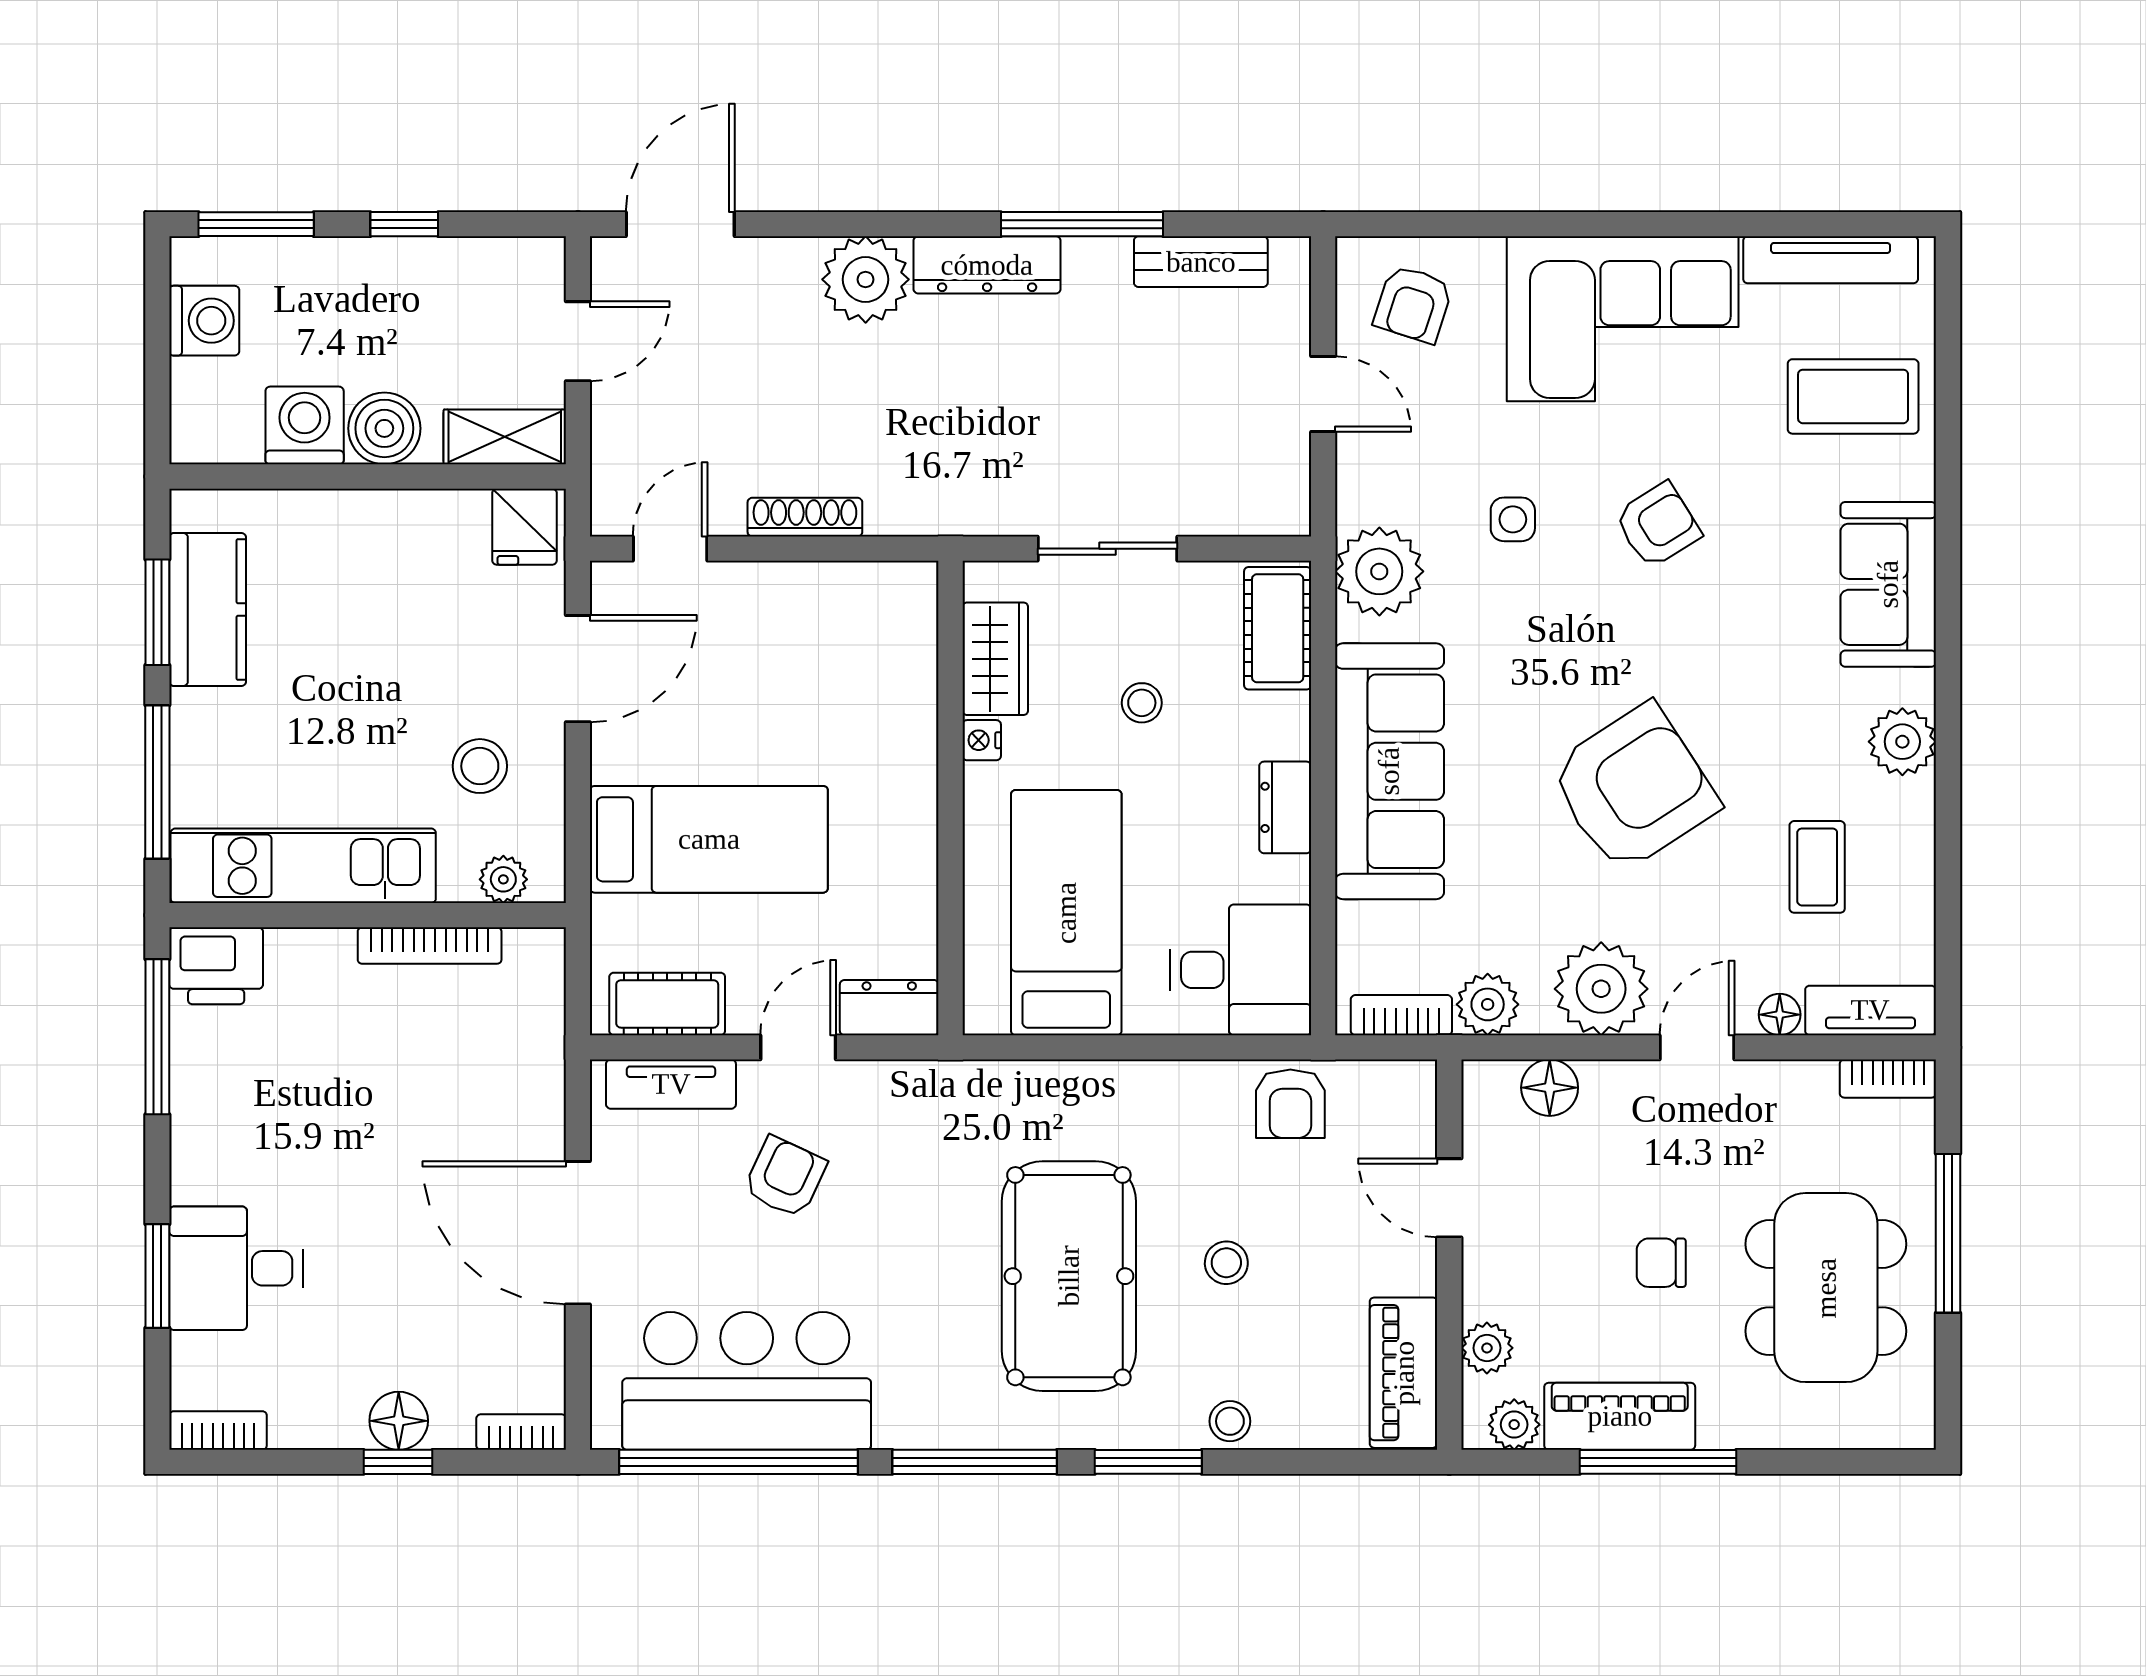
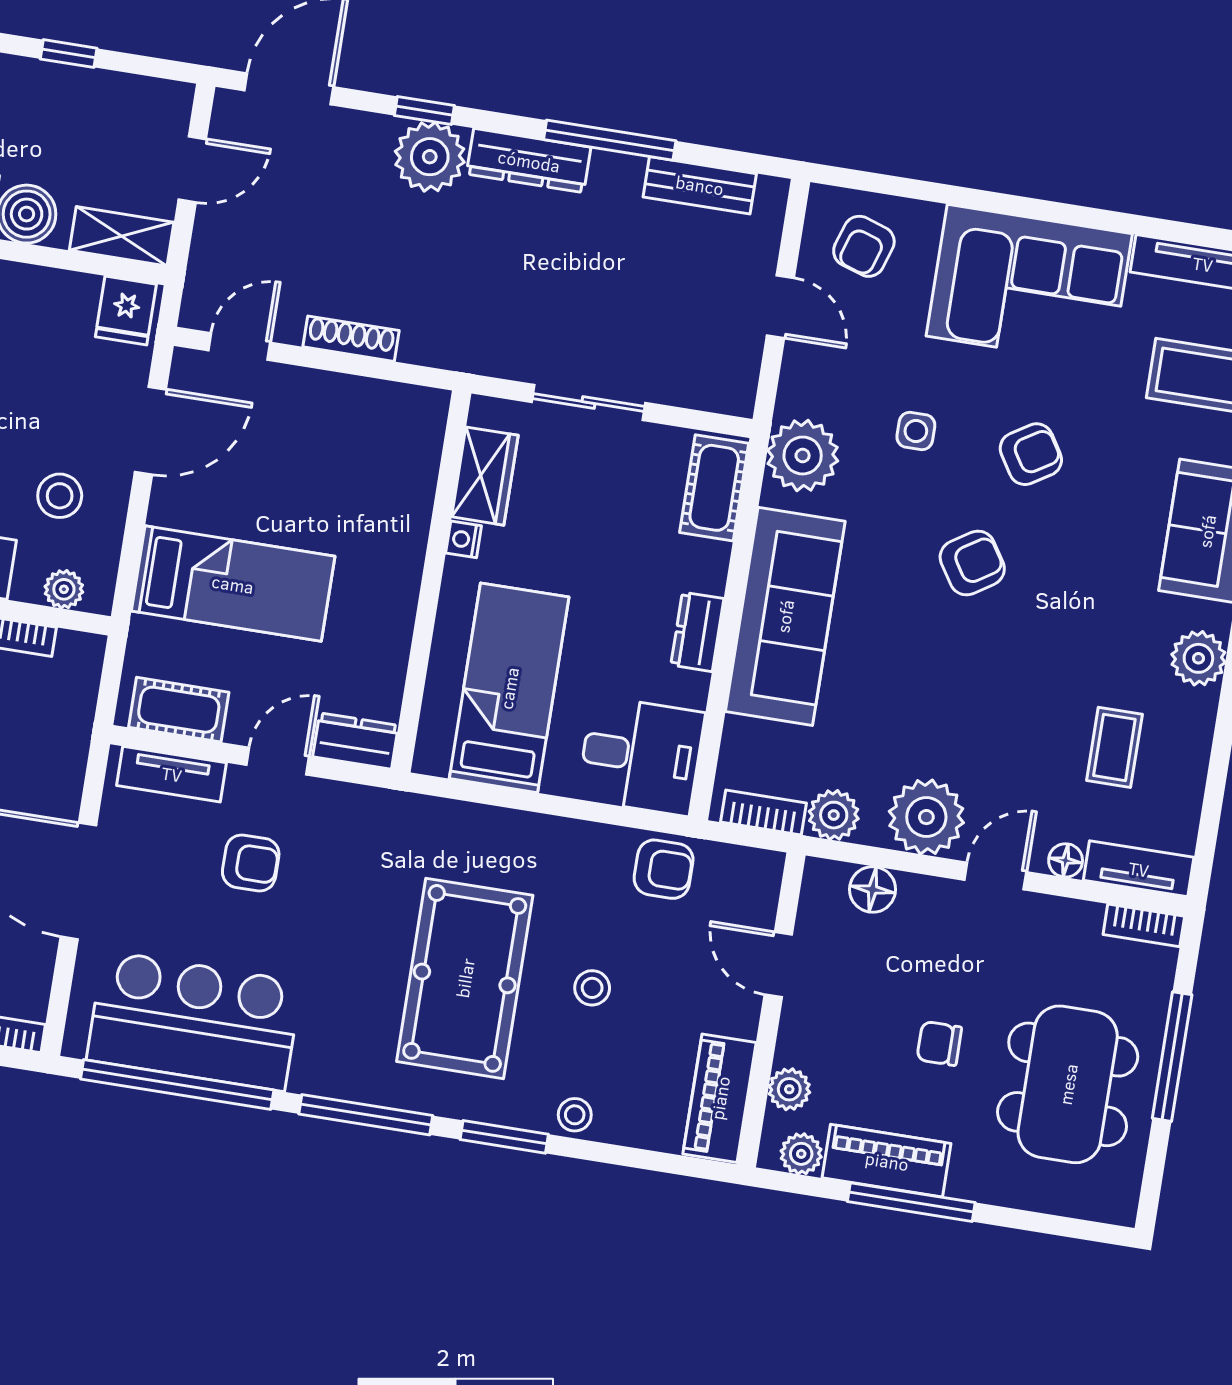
window: (850, 224) -> (424, 110), added
stool: (1142, 703) -> (596, 530), removed
armchair: (1634, 788) -> (972, 563), moved, width x0.53, depth x0.53
armchair: (1290, 1104) -> (664, 869), turned -90
armchair: (785, 1177) -> (251, 863), turned 65

